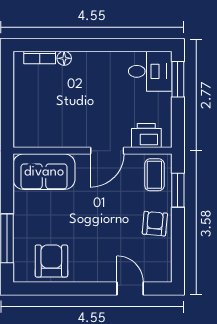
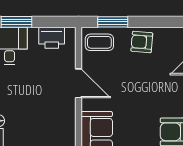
printer: (146, 136) -> (52, 38), moved, turned -90

